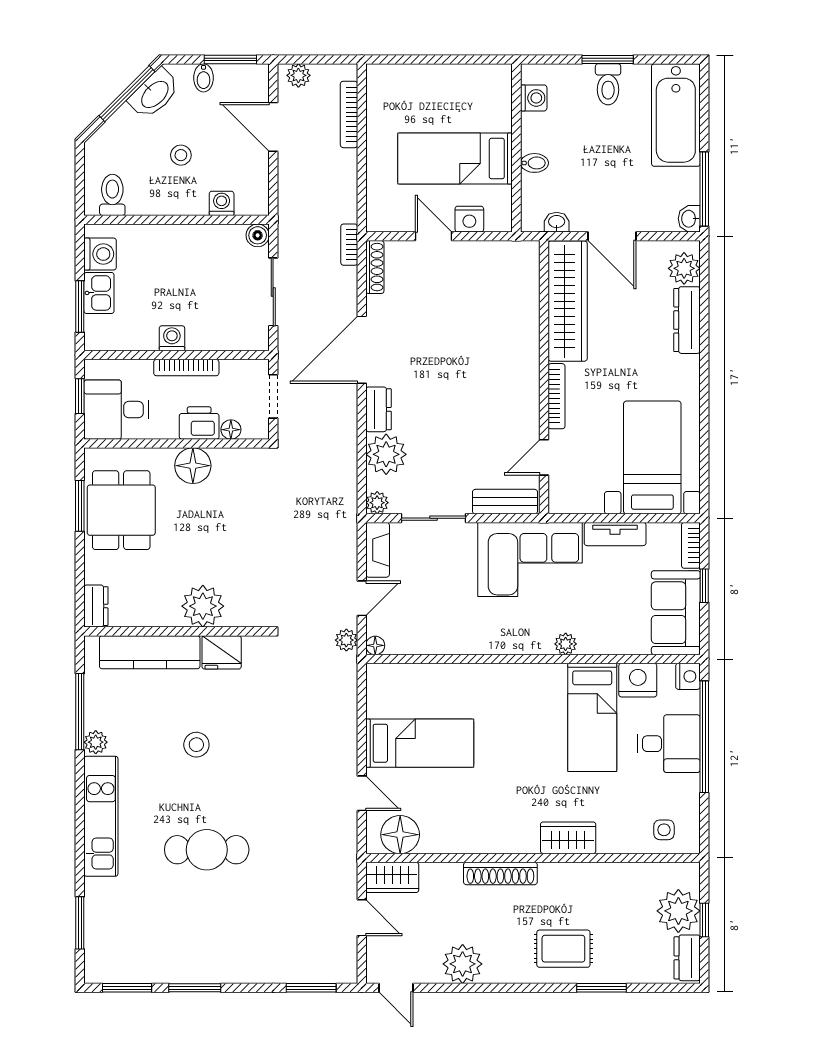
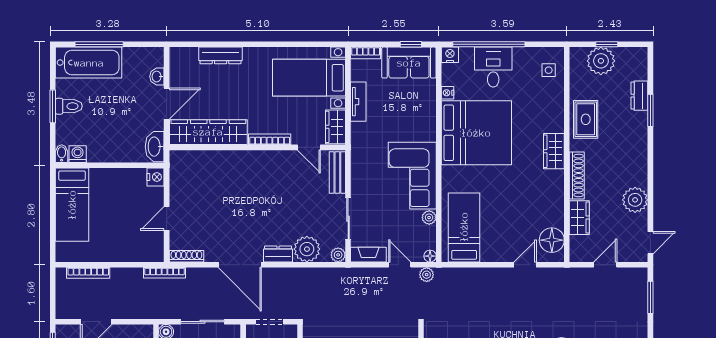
plant: (298, 75) -> (63, 305), removed
bed: (455, 159) -> (72, 205), moved
bidet: (534, 163) -> (62, 154), moved
window: (704, 189) -> (99, 44), moved
nightstand: (469, 219) -> (156, 177), moved
washbasin: (689, 219) -> (157, 77), moved, turned 90
washbasin: (557, 222) -> (155, 147), width x1.91, depth x1.45
bookcase: (349, 245) -> (164, 273), width x1.56
plant: (684, 268) -> (187, 57), removed
wardrobe: (576, 499) -> (335, 127), added
corner sofa: (530, 559) -> (412, 176), moved, turned 180
window: (704, 586) -> (411, 44), moved
plant: (566, 644) -> (429, 218), moved
nightstand: (638, 680) -> (447, 93), width x0.53, depth x0.56
bed: (592, 717) -> (476, 133), width x2.04
bed: (420, 743) -> (464, 227), moved
wardrobe: (568, 838) -> (554, 151), moved
wardrobe: (392, 877) -> (579, 218), moved
rug: (563, 949) -> (586, 119), moved
dresser: (687, 958) -> (639, 96), moved, turned 90

